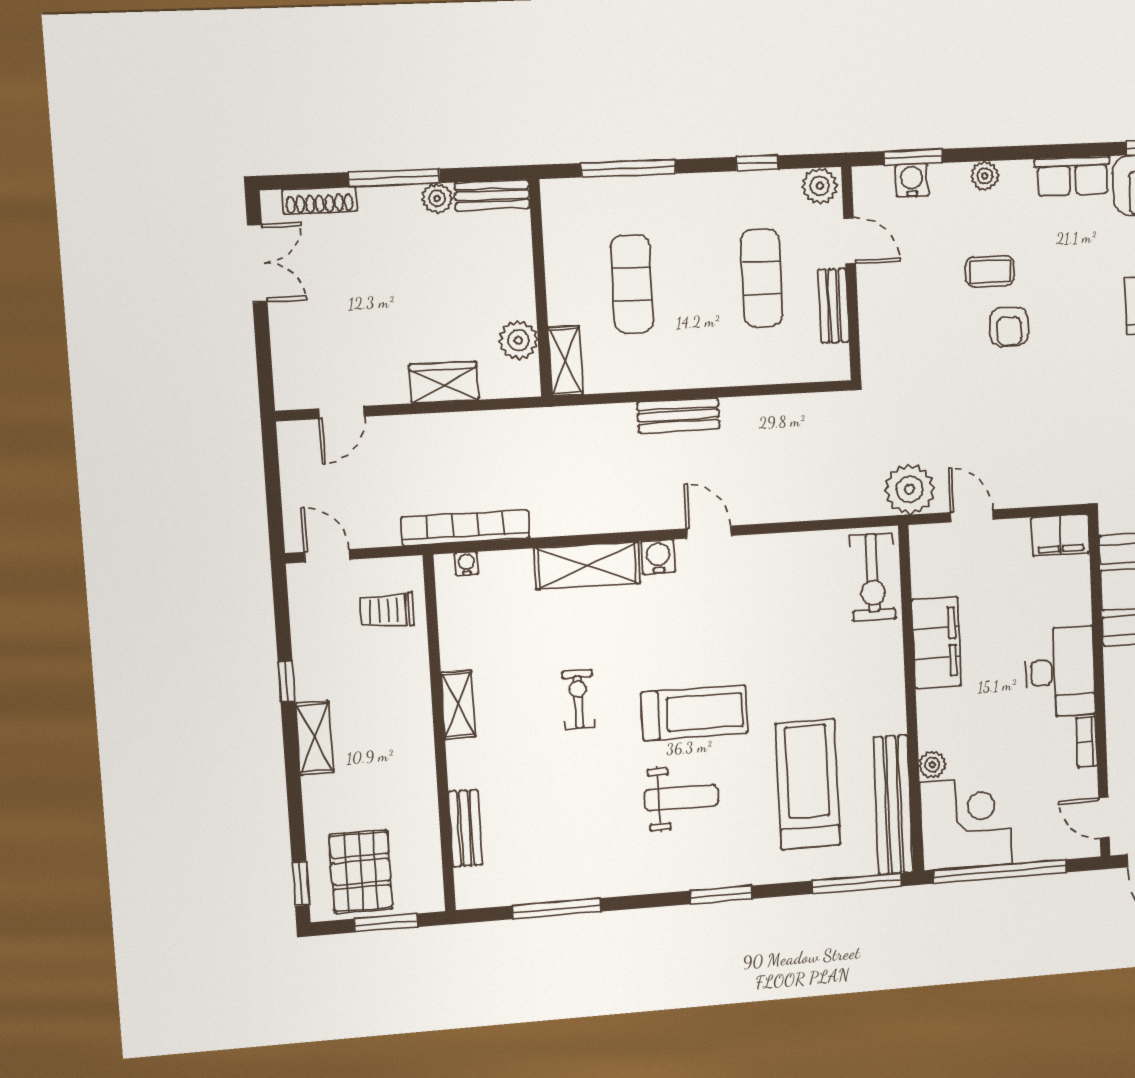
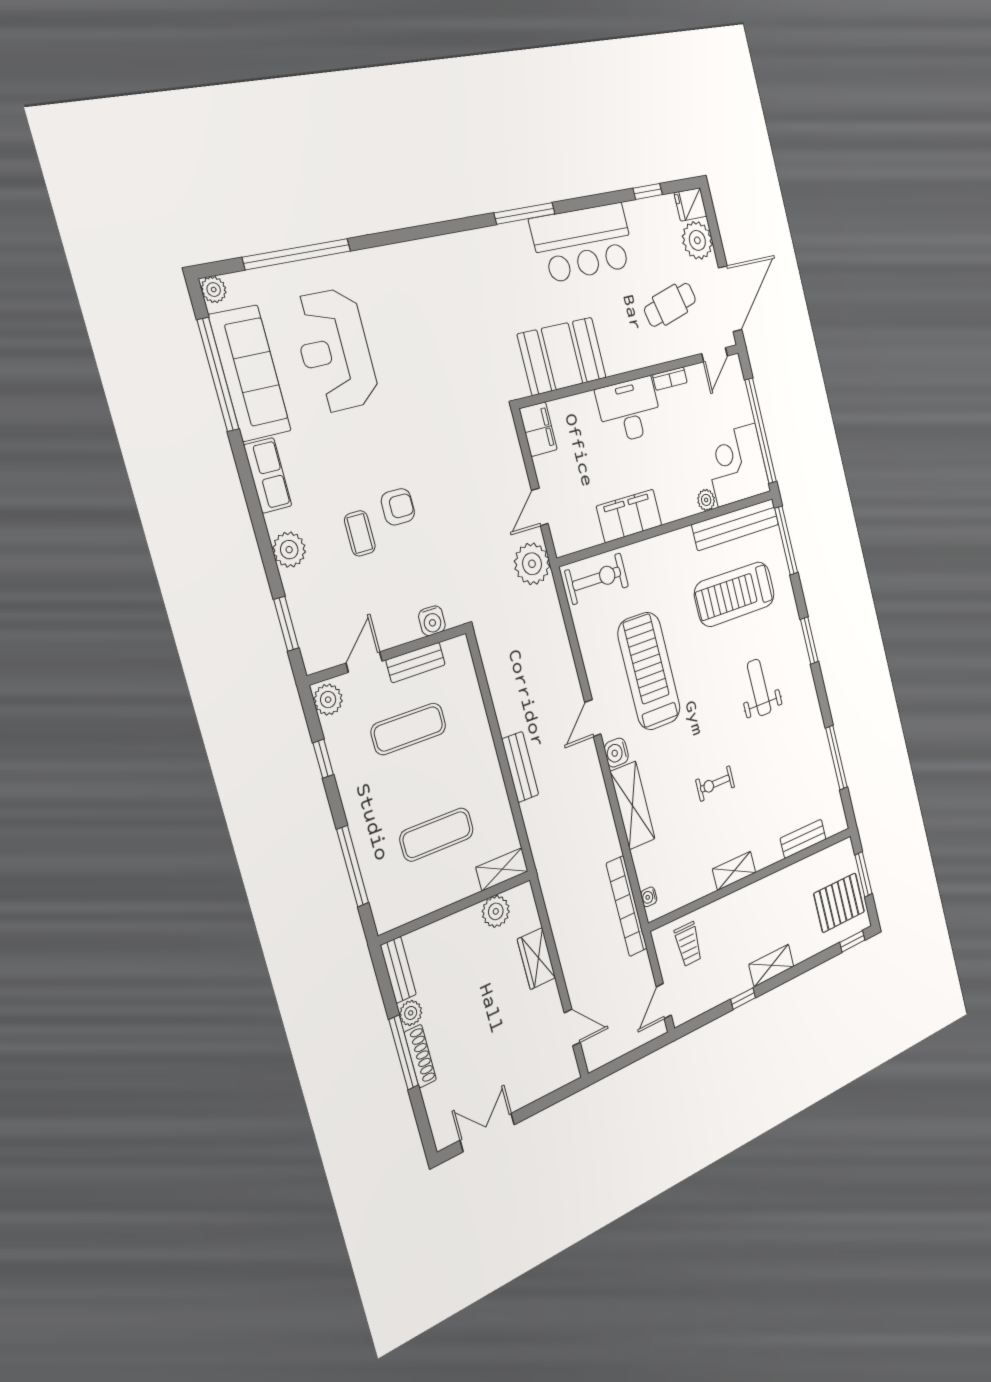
plant: (985, 176) -> (289, 550), width x1.38, depth x1.38
water cooler: (912, 180) -> (432, 621), moved, turned -90
shoe rack: (319, 200) -> (420, 1056), moved
treadmill: (694, 713) -> (649, 671), moved, width x1.37, depth x1.38

